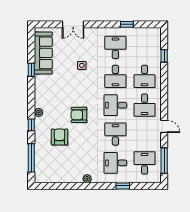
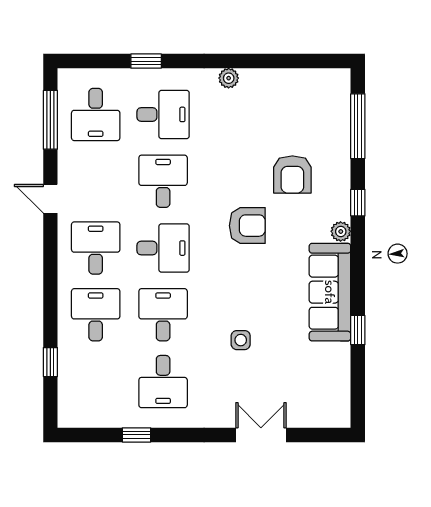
sofa: (43, 53) -> (330, 292), moved
desk: (115, 134) -> (163, 181), turned 180

